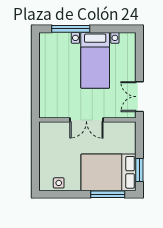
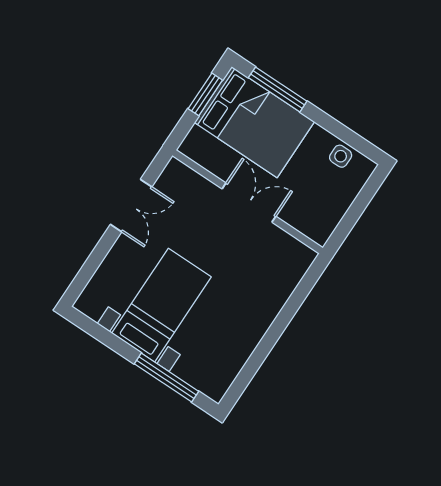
double door: (86, 120) -> (249, 203), moved
wall: (87, 120) -> (248, 202), moved

